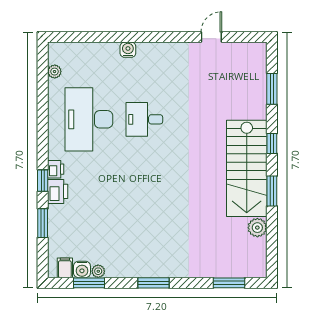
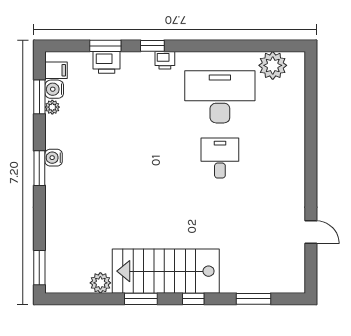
water cooler: (128, 50) -> (54, 158), moved, turned 180
plant: (55, 72) -> (273, 65), width x1.87, depth x1.87
printer: (58, 191) -> (107, 62), moved
window: (229, 283) -> (39, 268), moved

